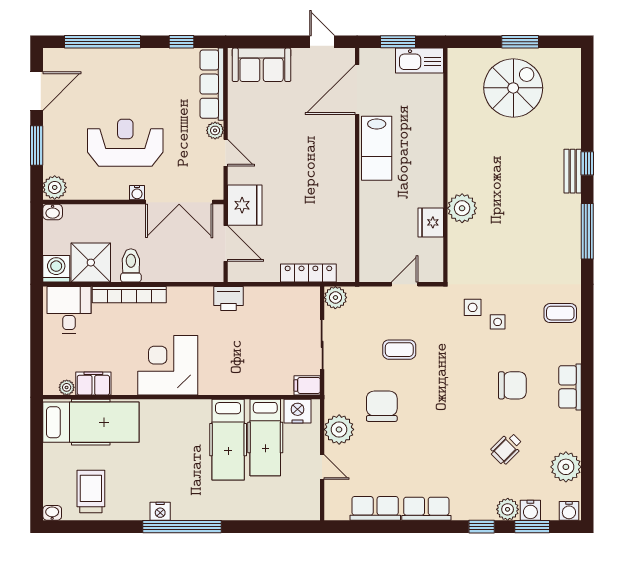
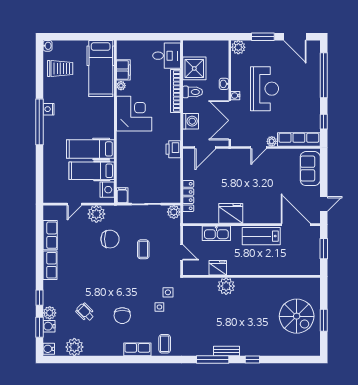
kitchen sink: (420, 61) -> (216, 233), moved, turned -90
bench: (573, 171) -> (227, 351), moved
fridge: (245, 205) -> (231, 213), moved, turned 180
washbasin: (53, 212) -> (224, 84), moved
washing machine: (56, 269) -> (191, 121), moved
plant: (67, 387) -> (121, 86), moved
row of seats: (570, 387) -> (137, 349), moved

